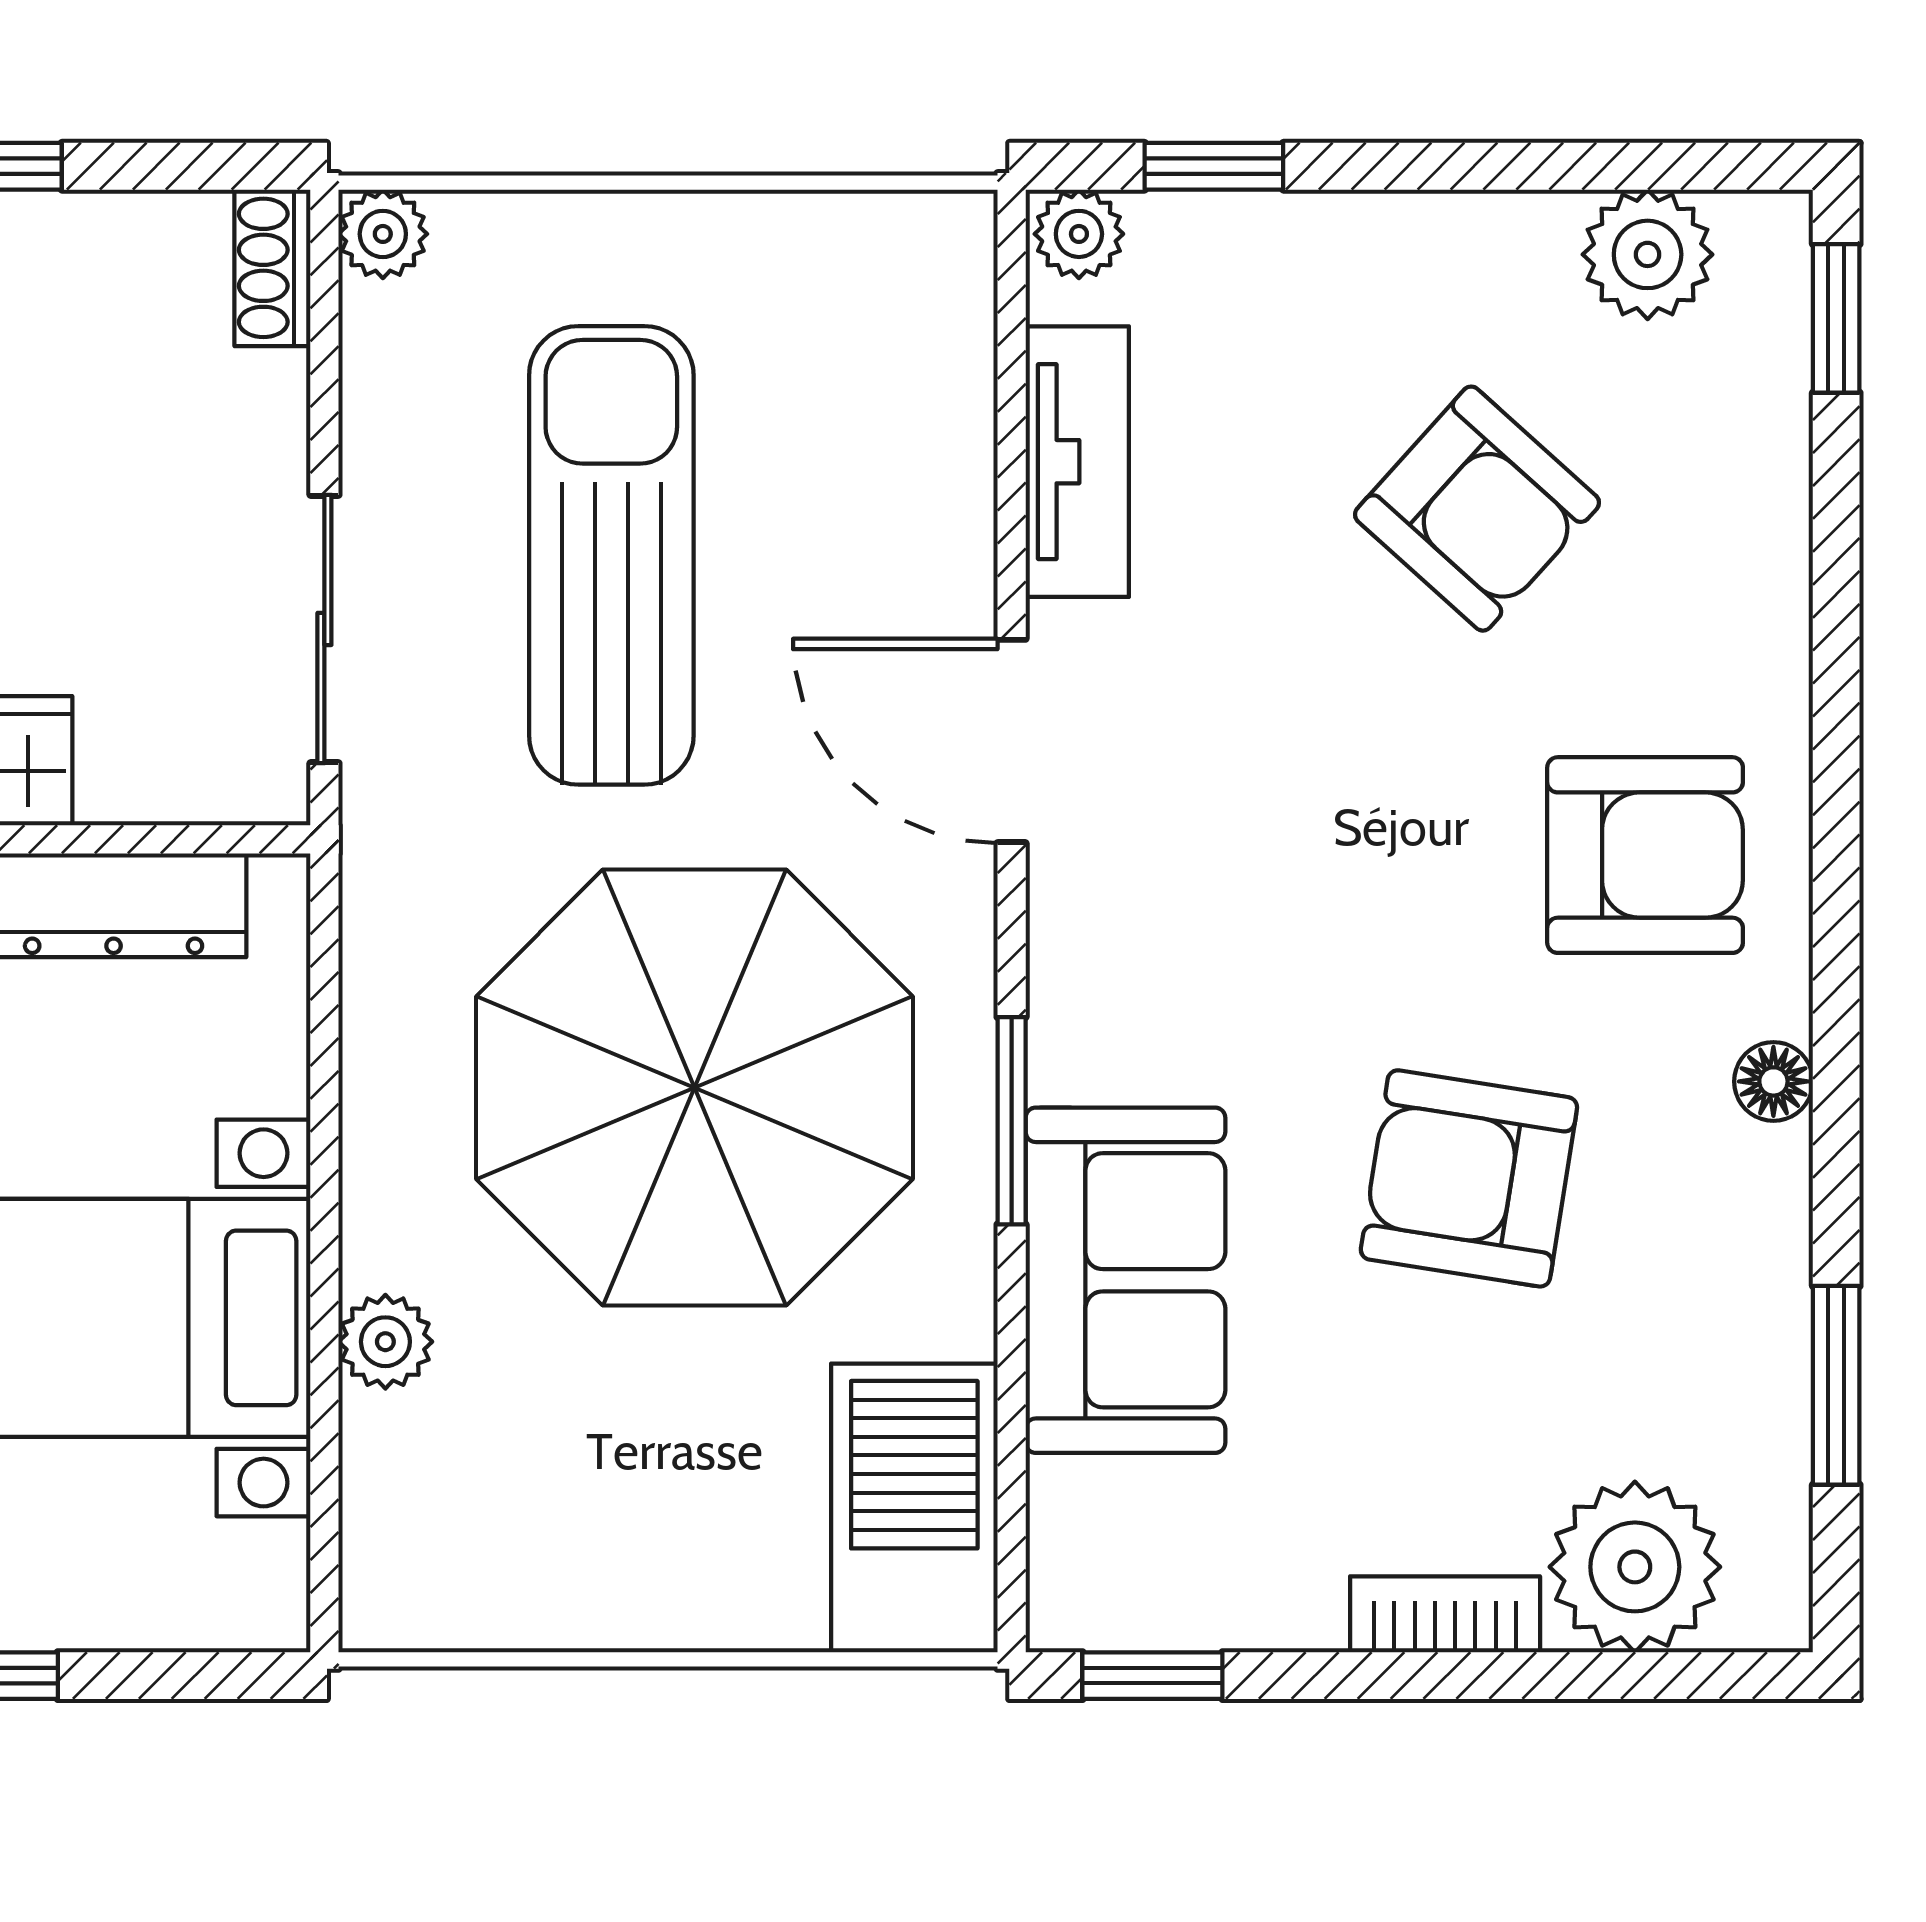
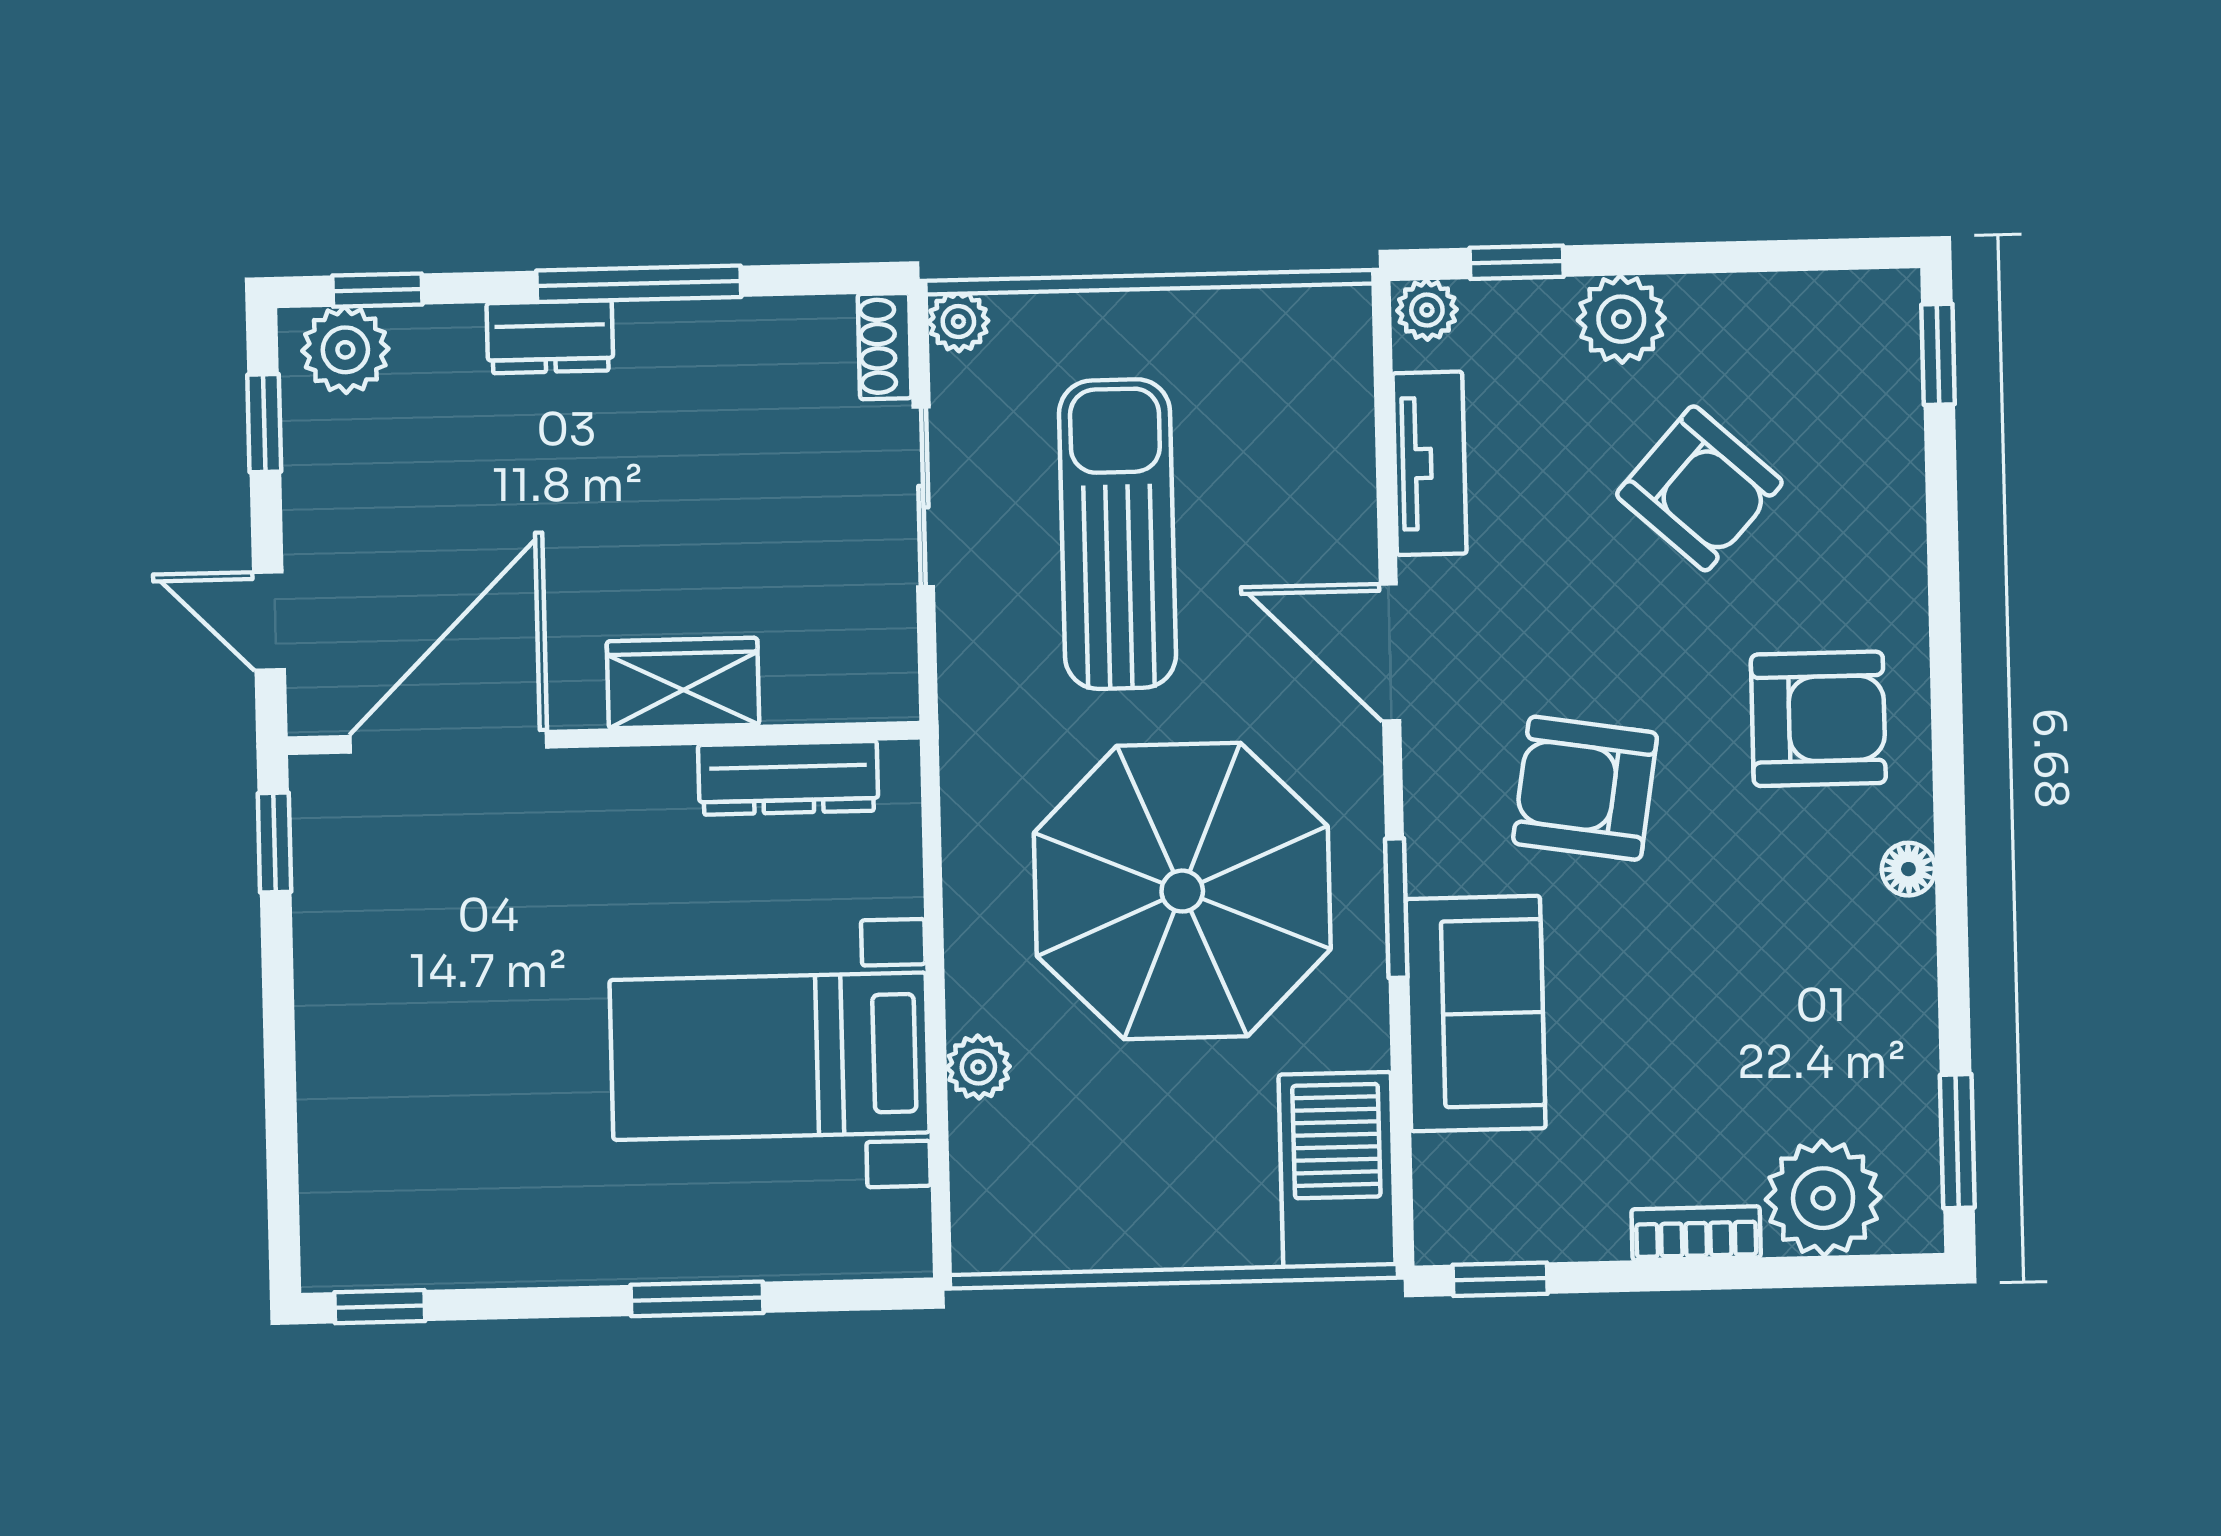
plant: (1648, 254) -> (1621, 319), moved
sliding door: (324, 629) -> (923, 497), moved
armchair: (1469, 1178) -> (1585, 788), moved
window: (1836, 1385) -> (1957, 1141), moved

